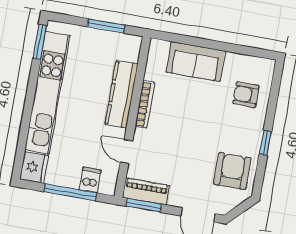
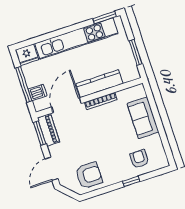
window: (265, 143) -> (131, 181), moved
door: (126, 152) -> (66, 105), width x1.87

